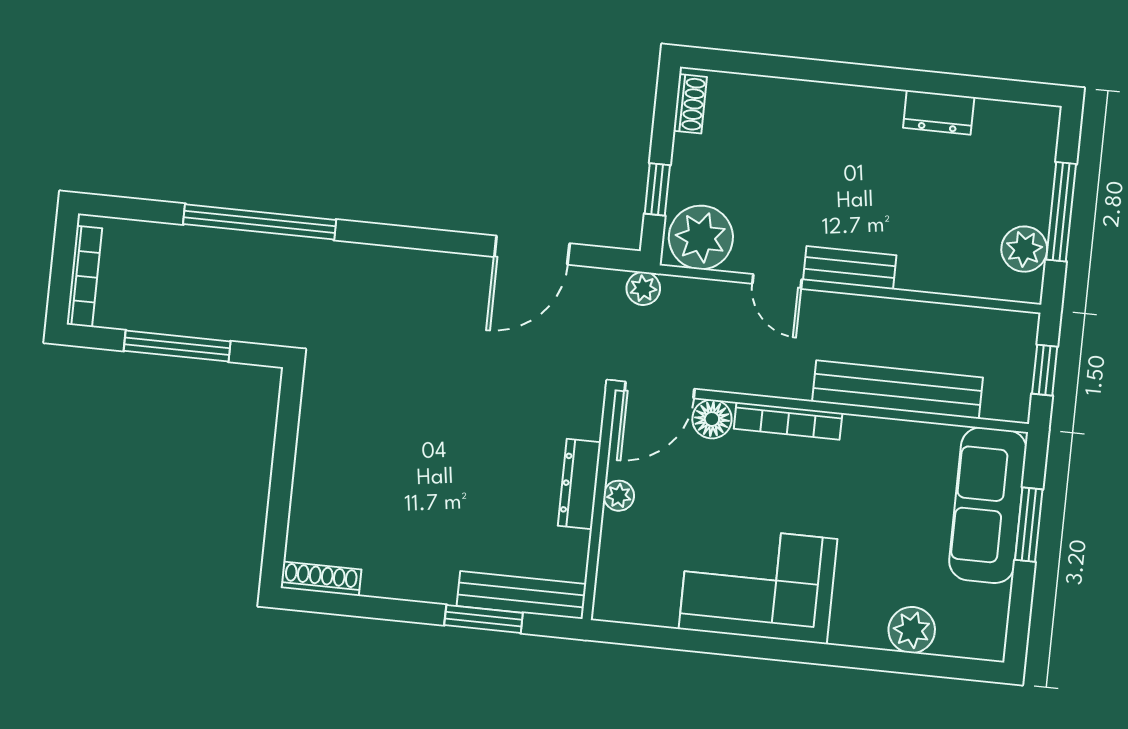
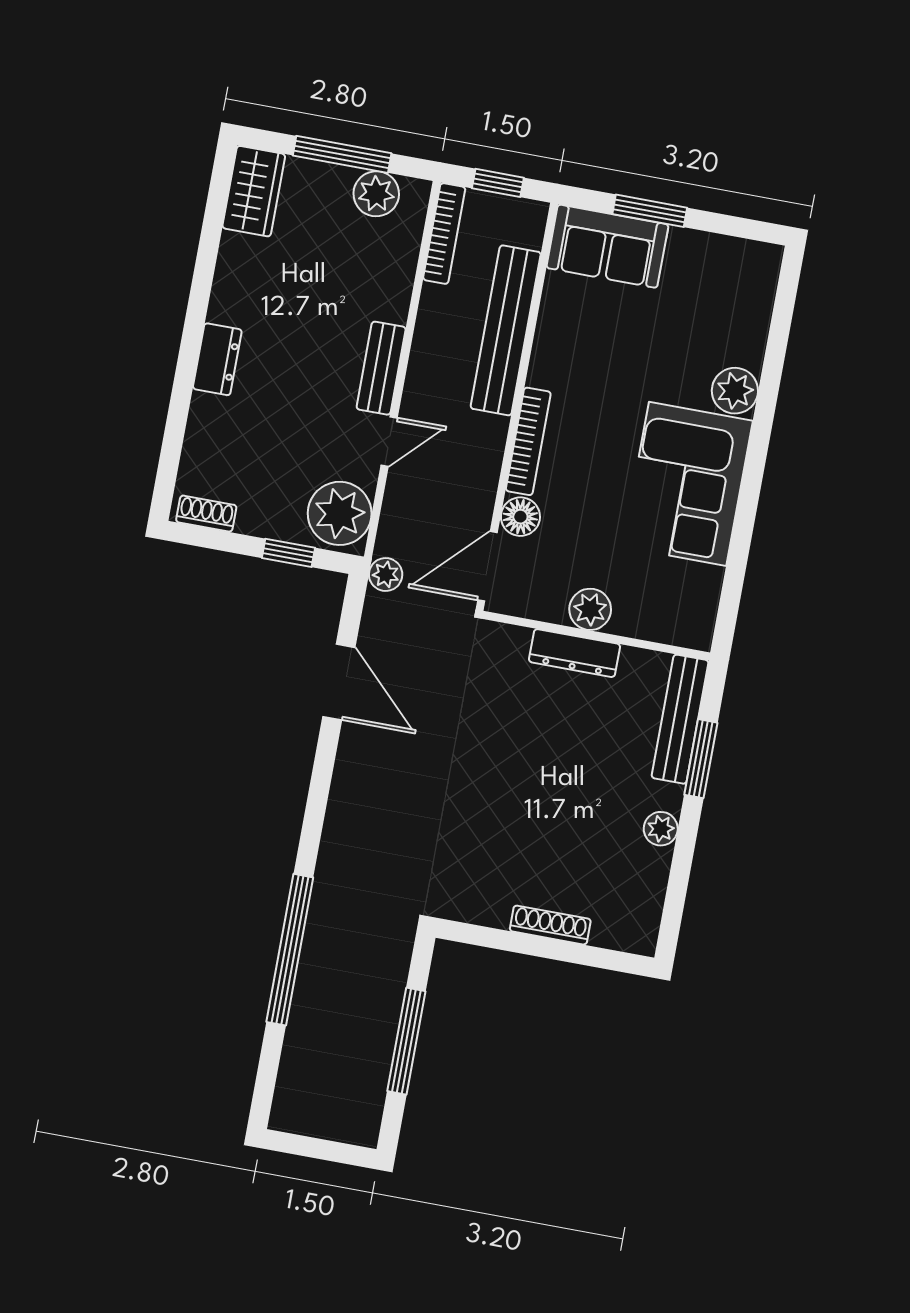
dresser: (939, 112) -> (217, 359), moved
wardrobe: (1017, 126) -> (254, 191), added
bookcase: (84, 276) -> (444, 234), moved, turned 90
door: (660, 390) -> (488, 566), swing flipped
plant: (619, 496) -> (590, 609), width x1.38, depth x1.38
sofa: (988, 505) -> (607, 246), width x0.73
shoe rack: (321, 579) -> (550, 925), moved, turned 90
plant: (410, 584) -> (661, 829), added
plant: (912, 630) -> (735, 391), moved

